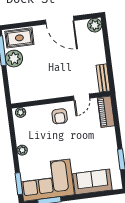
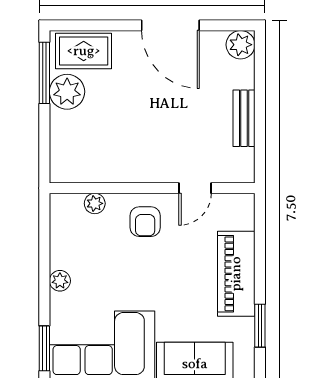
bench: (103, 78) -> (244, 118), moved
plant: (21, 112) -> (95, 203), moved
piano: (106, 112) -> (236, 274), moved, width x1.37, depth x1.33

